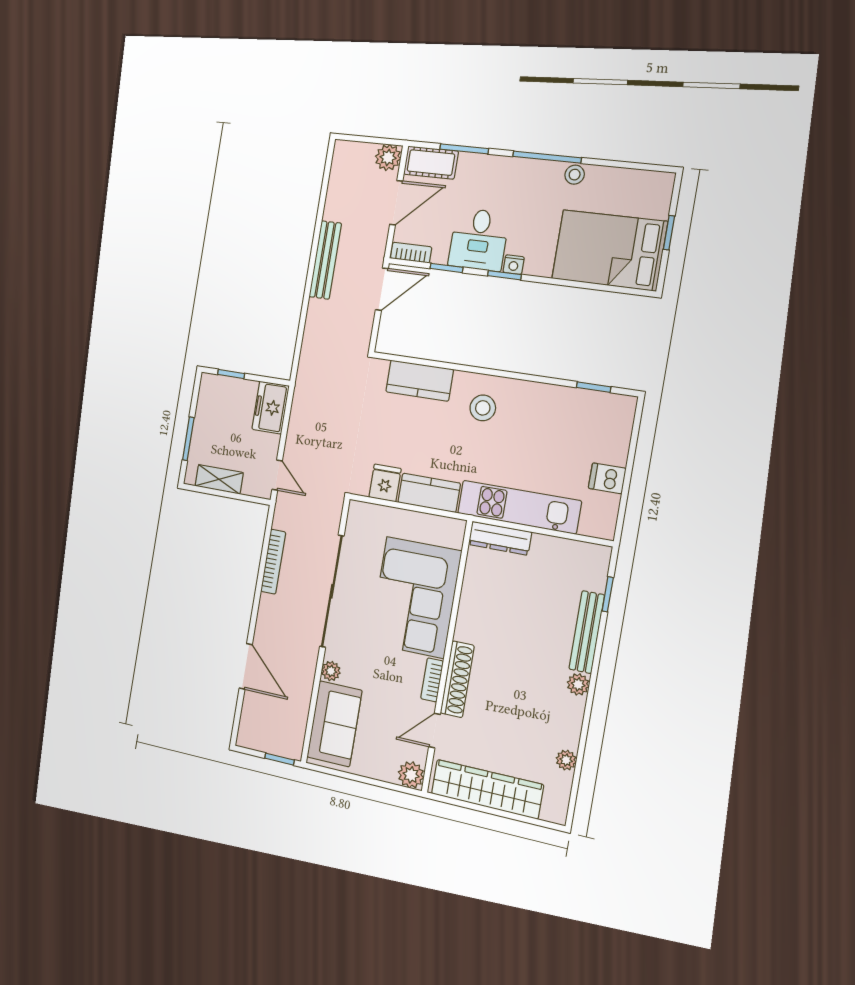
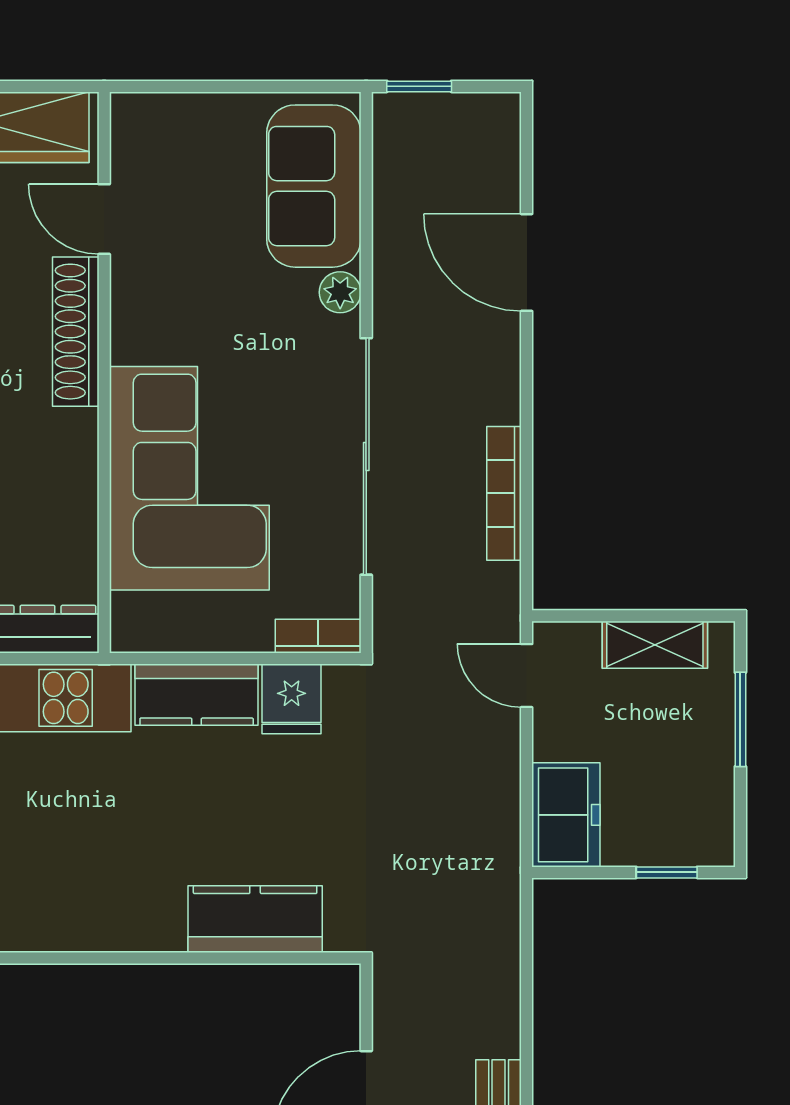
stool: (483, 408) -> (116, 884), removed
bookcase: (432, 680) -> (318, 636), moved, turned -90
door: (435, 731) -> (104, 219), swing flipped
plant: (411, 775) -> (137, 119), removed

